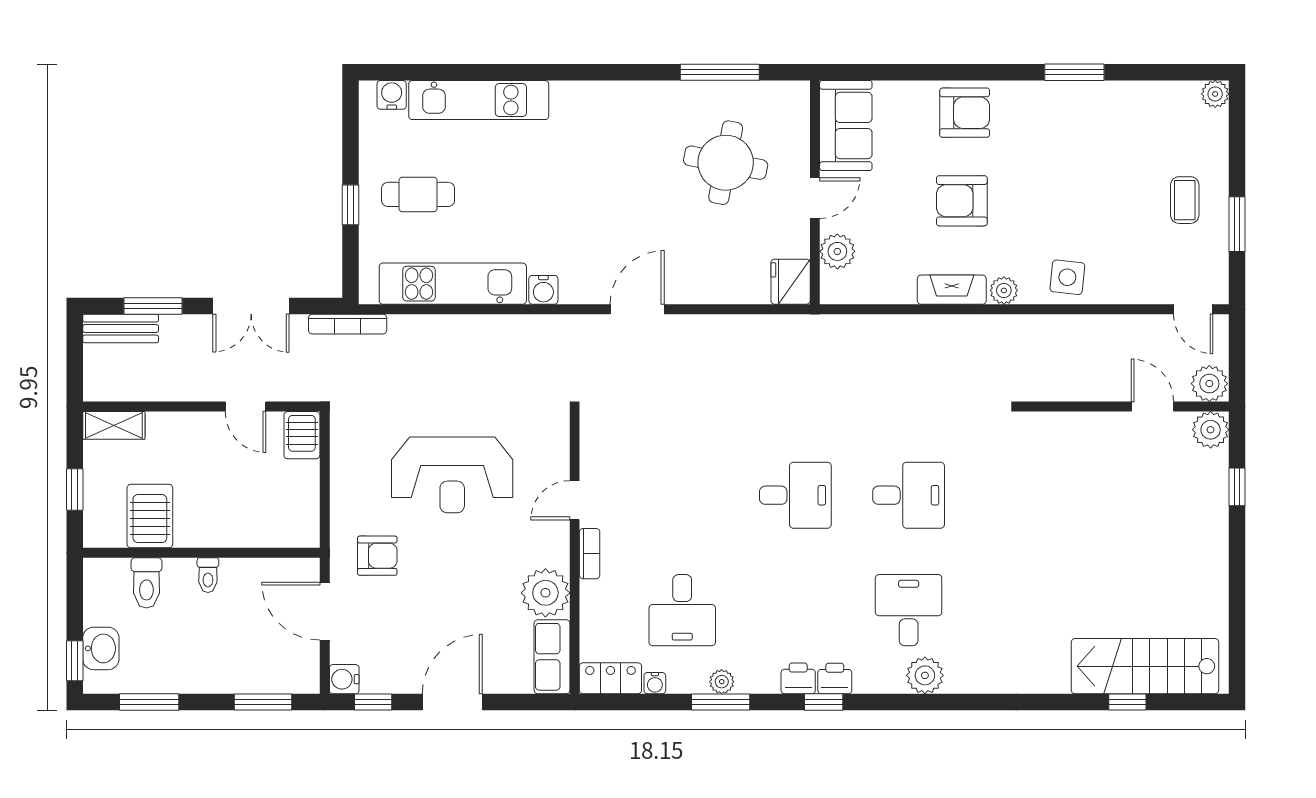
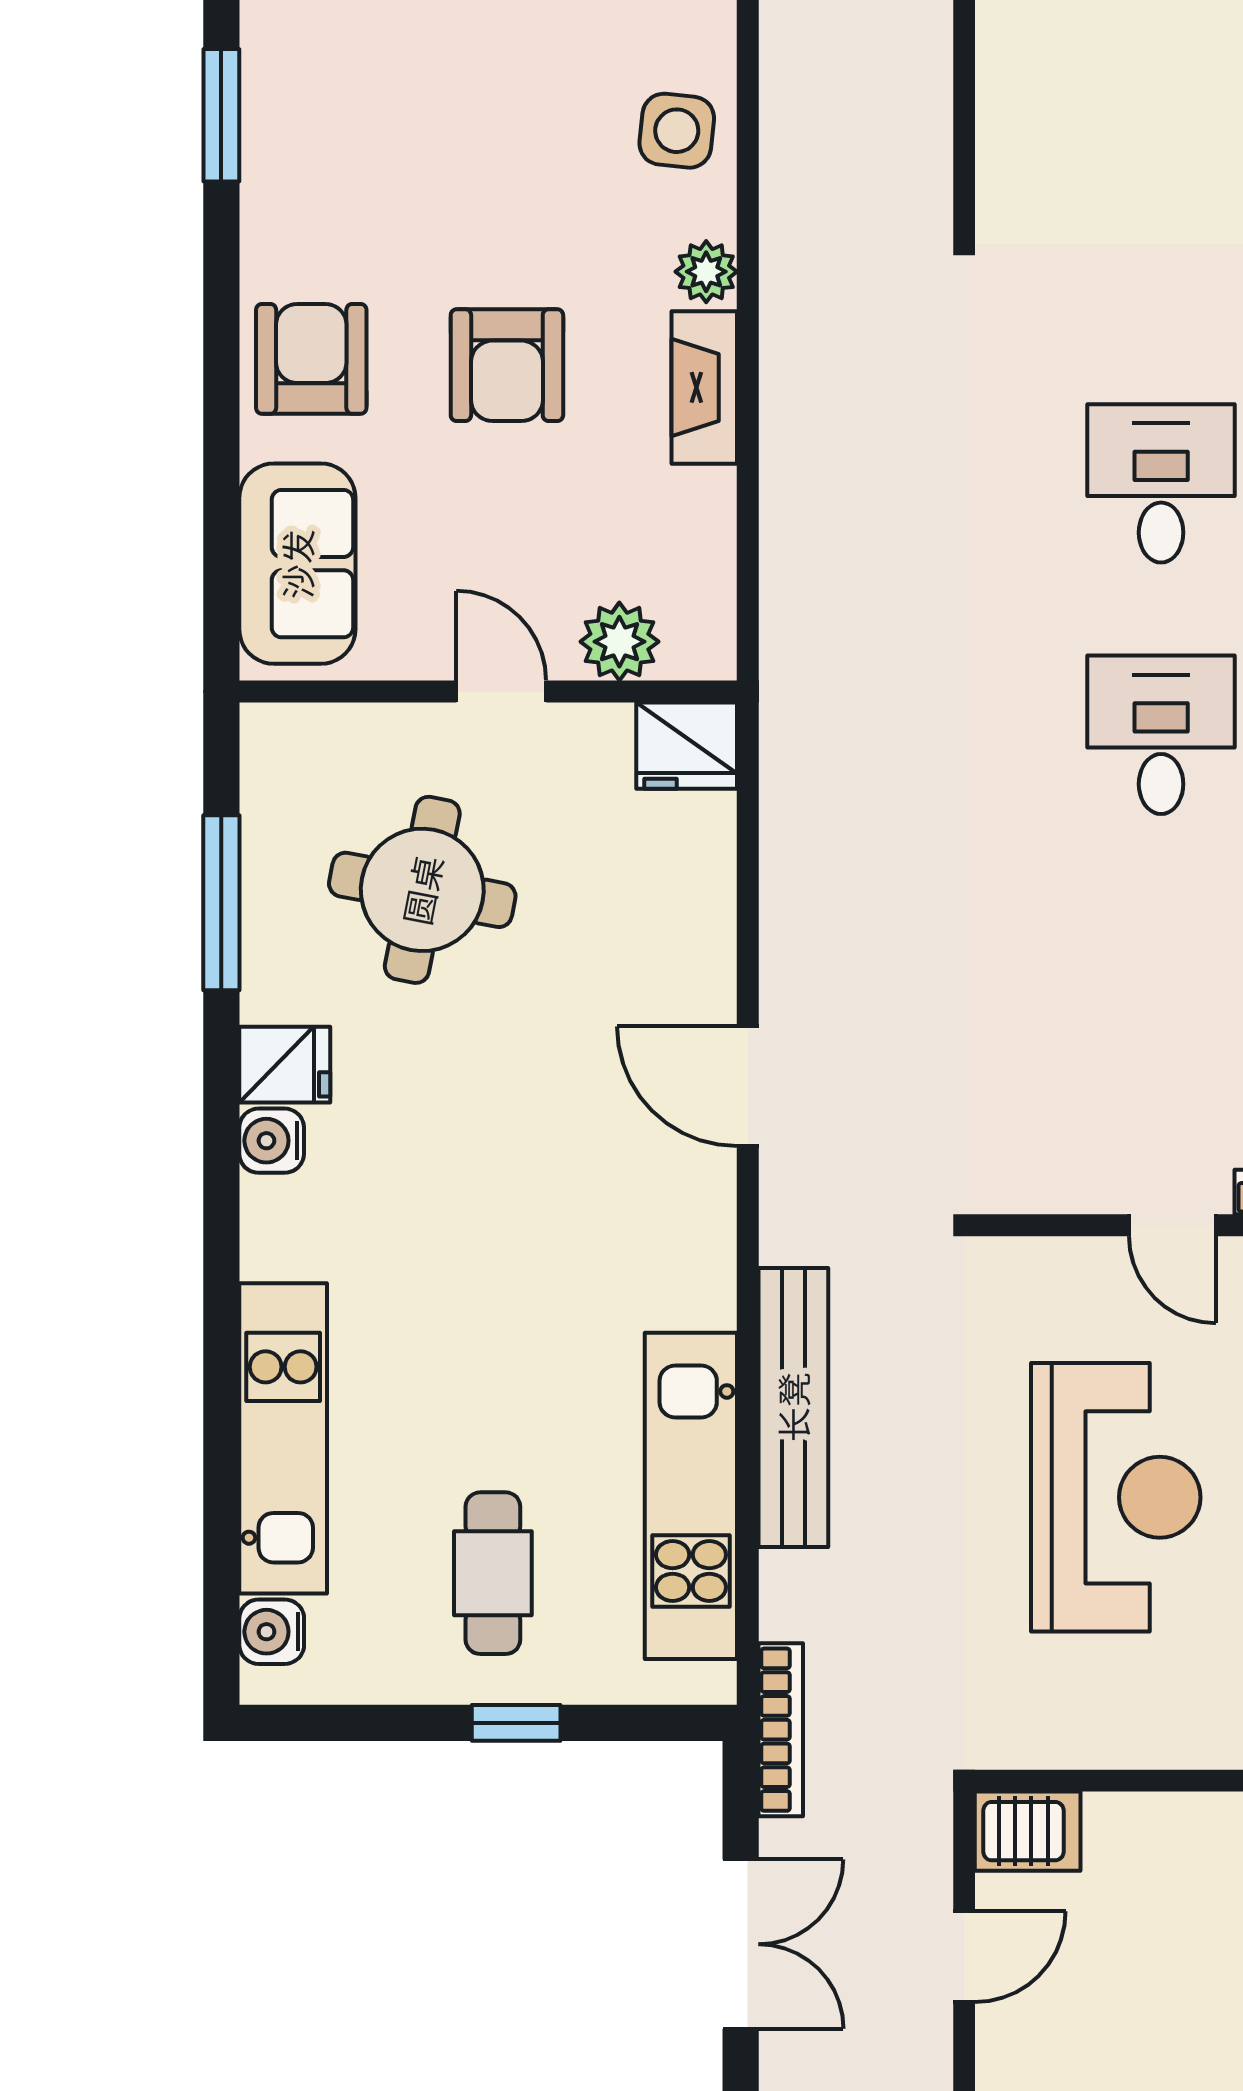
fridge: (647, 101) -> (285, 1065), added
sofa: (846, 125) -> (297, 564), moved, turned 90
water cooler: (543, 290) -> (272, 1141), moved, turned 180
bench: (493, 330) -> (793, 1407), added

